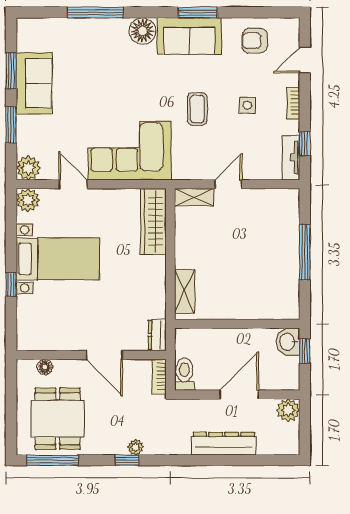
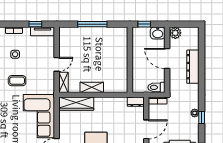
door: (228, 184) -> (57, 64), swing flipped
shelving: (185, 291) -> (92, 87), moved
washbasin: (288, 342) -> (158, 33), moved

